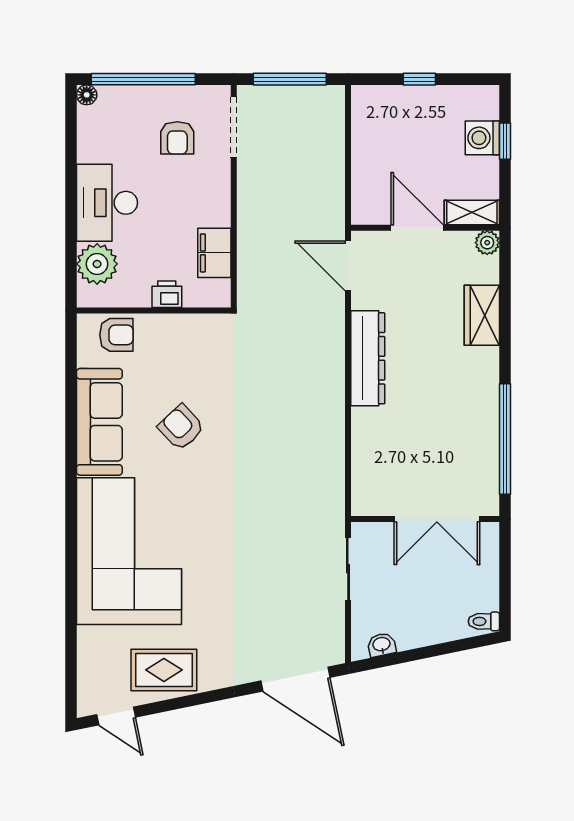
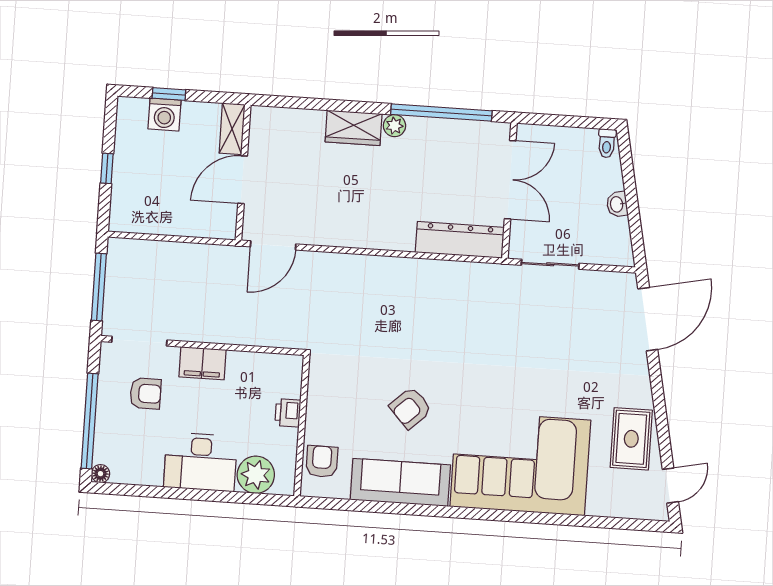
plant: (487, 243) -> (394, 126), moved
filing cabinet: (214, 253) -> (203, 363), moved
wardrobe: (482, 315) -> (354, 128), moved
dresser: (368, 358) -> (460, 240), moved
washbasin: (382, 645) -> (617, 204), moved

